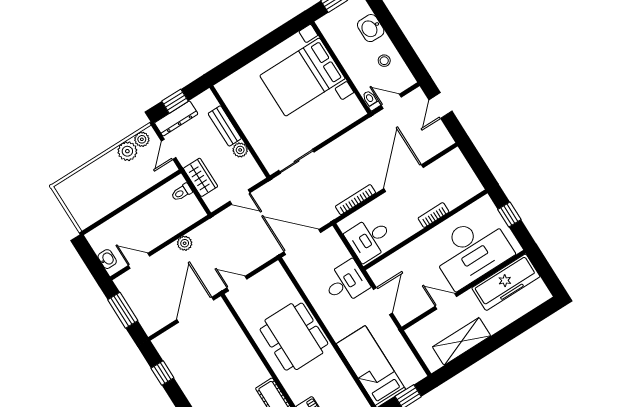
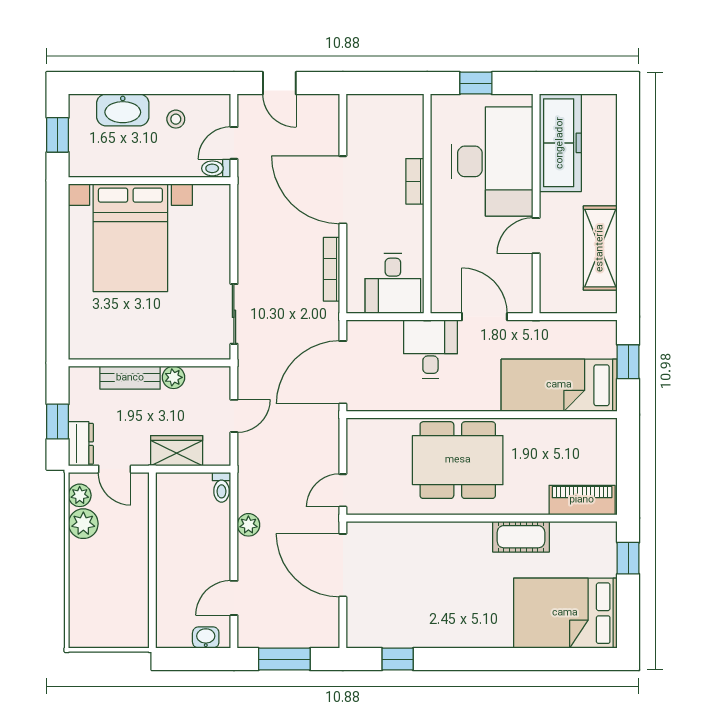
washbasin: (371, 28) -> (123, 110), width x1.38
dresser: (176, 118) -> (81, 444), width x0.70
toilet: (182, 192) -> (222, 487), moved

